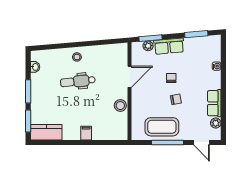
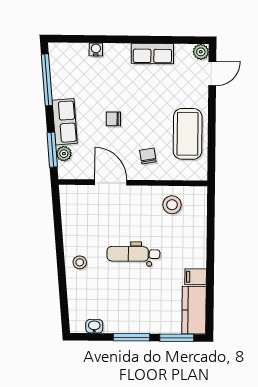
window: (196, 34) -> (47, 80), width x1.44
dental chair: (78, 81) -> (133, 254), moved, turned 96
chair: (176, 99) -> (148, 156), moved
stool: (120, 106) -> (172, 205), moved
plant: (216, 123) -> (201, 52), moved
filing cabinet: (86, 133) -> (196, 277), moved
window: (167, 143) -> (212, 126), removed

